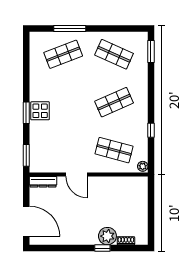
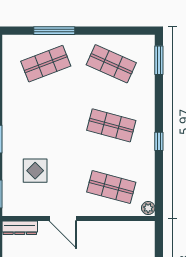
shop shelf: (114, 102) -> (111, 125), turned 39
display table: (40, 111) -> (35, 171), moved
window: (151, 130) -> (159, 141), moved

